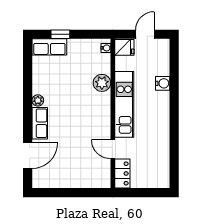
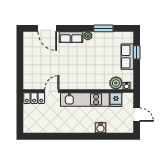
row of seats: (49, 47) -> (127, 57), moved
fridge: (124, 47) -> (116, 100), moved
window: (28, 79) -> (103, 28), added
plant: (102, 83) -> (116, 83), moved

